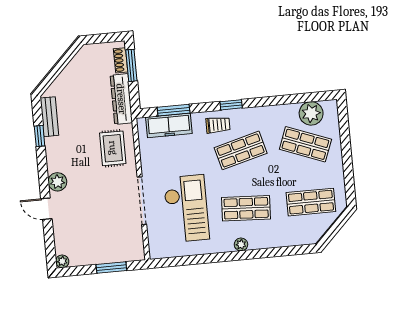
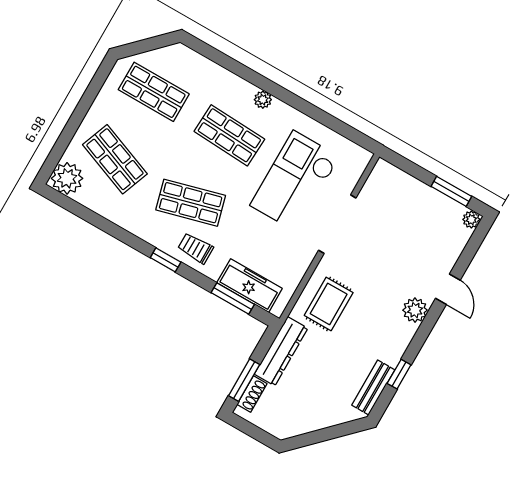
plant: (311, 113) -> (67, 178), moved
window: (111, 268) -> (451, 191), moved

